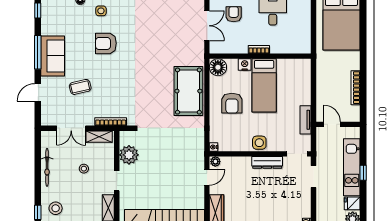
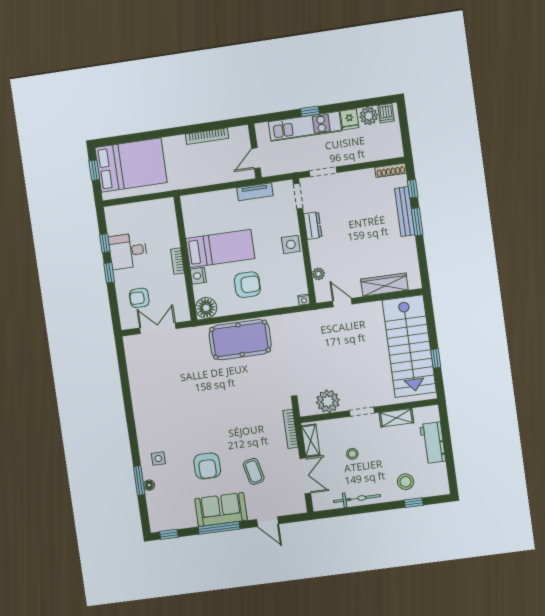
armchair: (106, 43) -> (207, 466), moved
plant: (215, 162) -> (318, 274), moved
dresser: (267, 162) -> (313, 226), width x0.70

